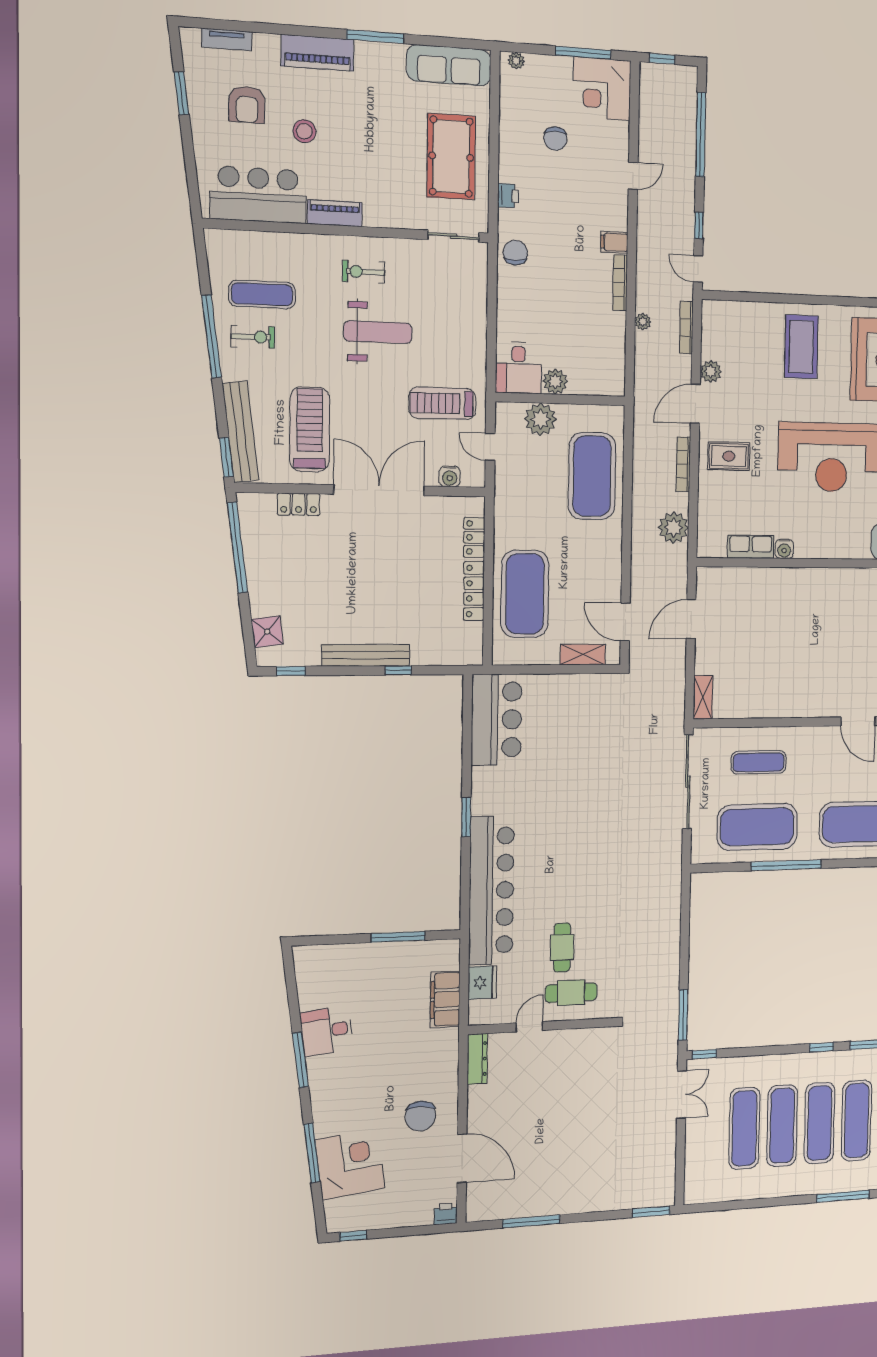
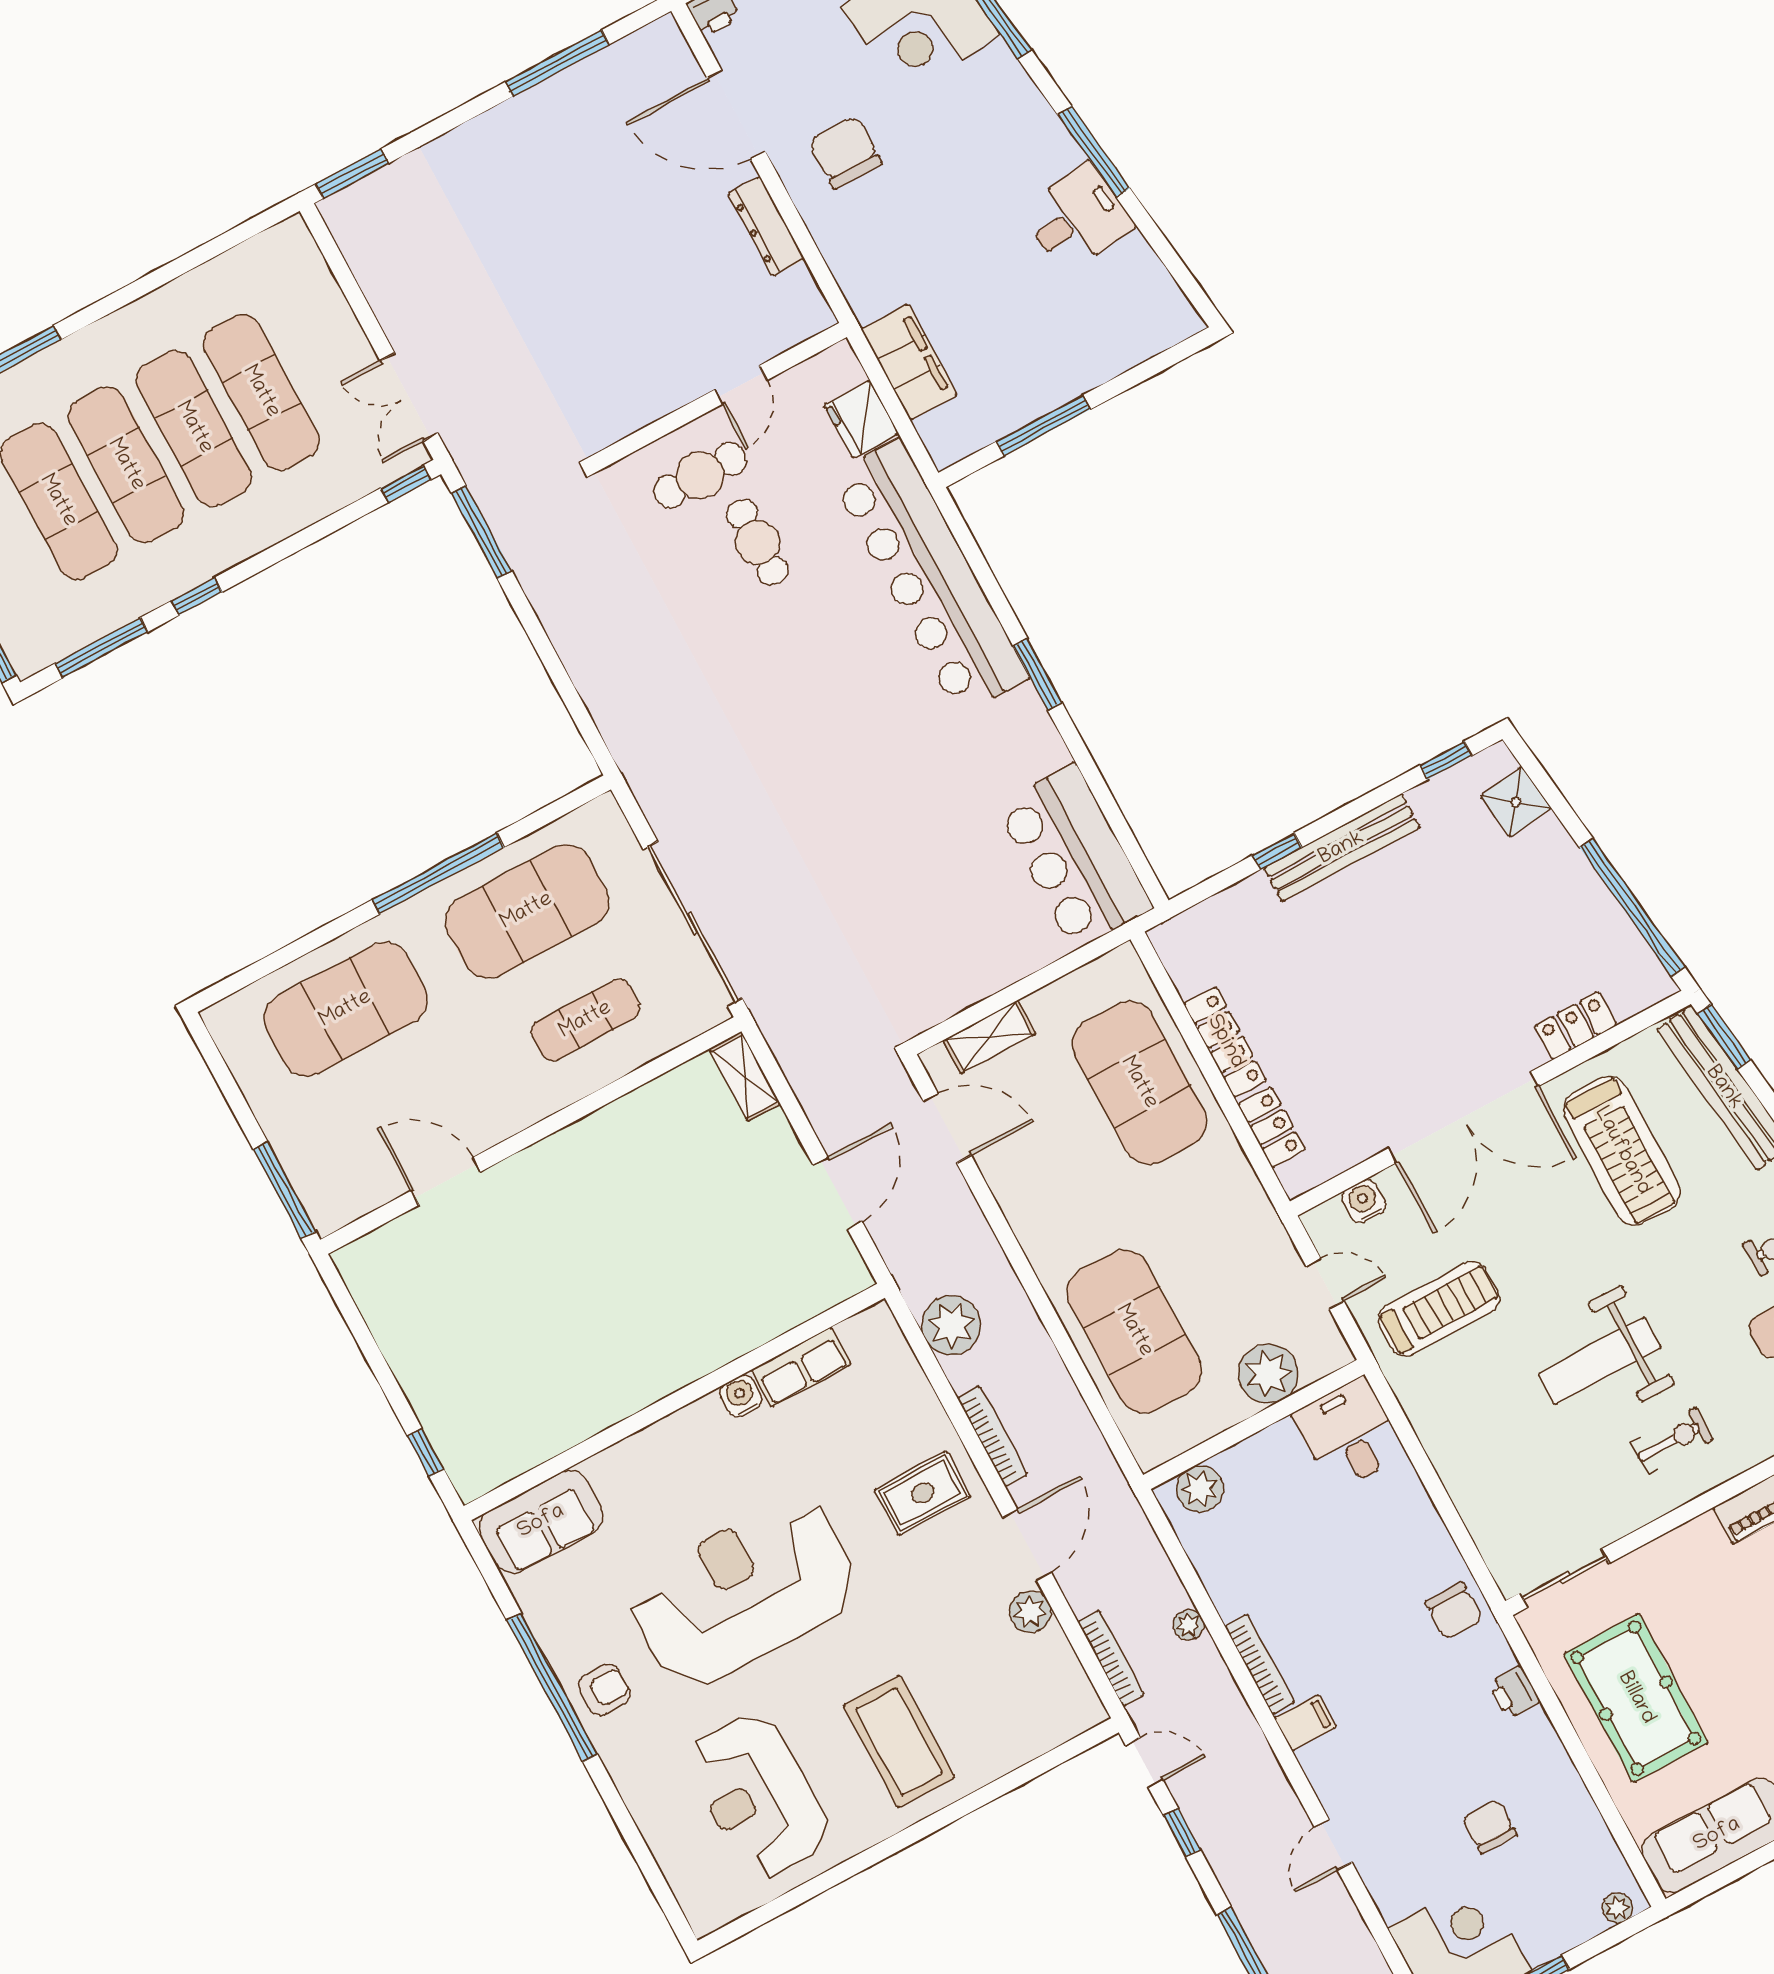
plant: (555, 381) -> (1200, 1489), moved
dresser: (477, 1059) -> (766, 226), moved

